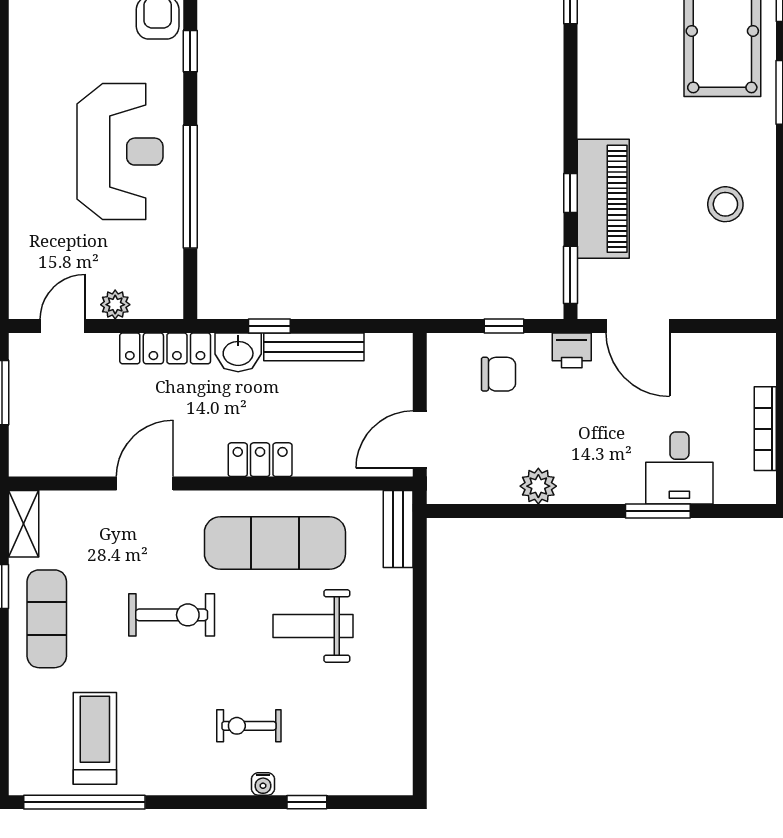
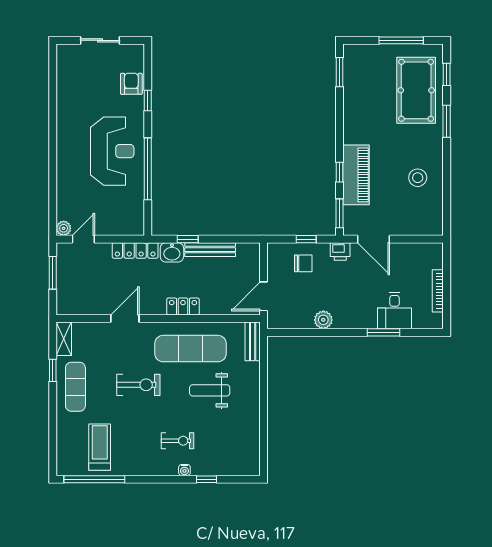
plant: (115, 305) -> (64, 228), moved
exercise bike: (249, 726) -> (177, 441), turned 180

